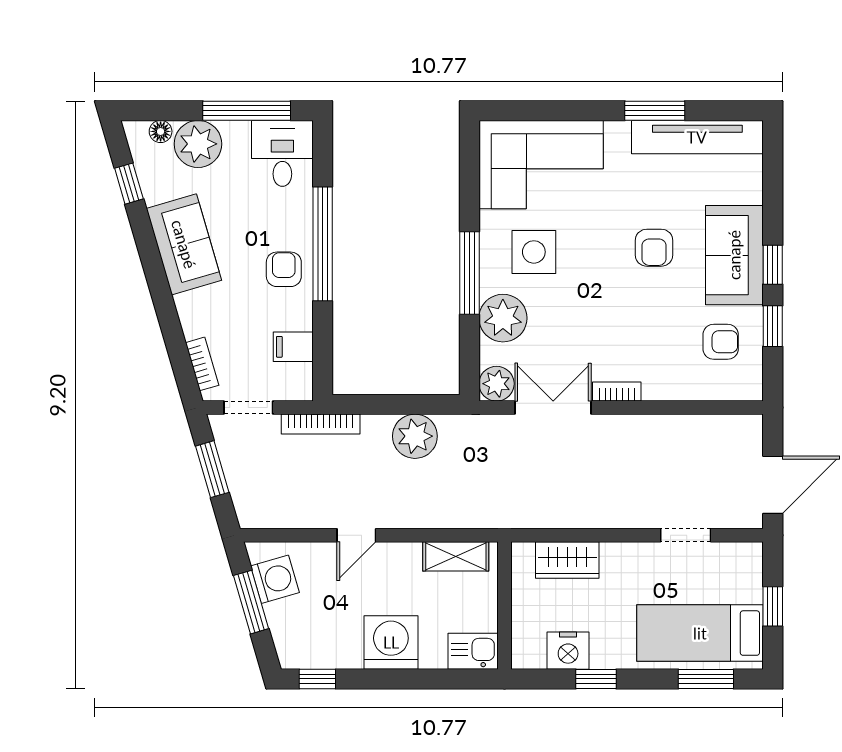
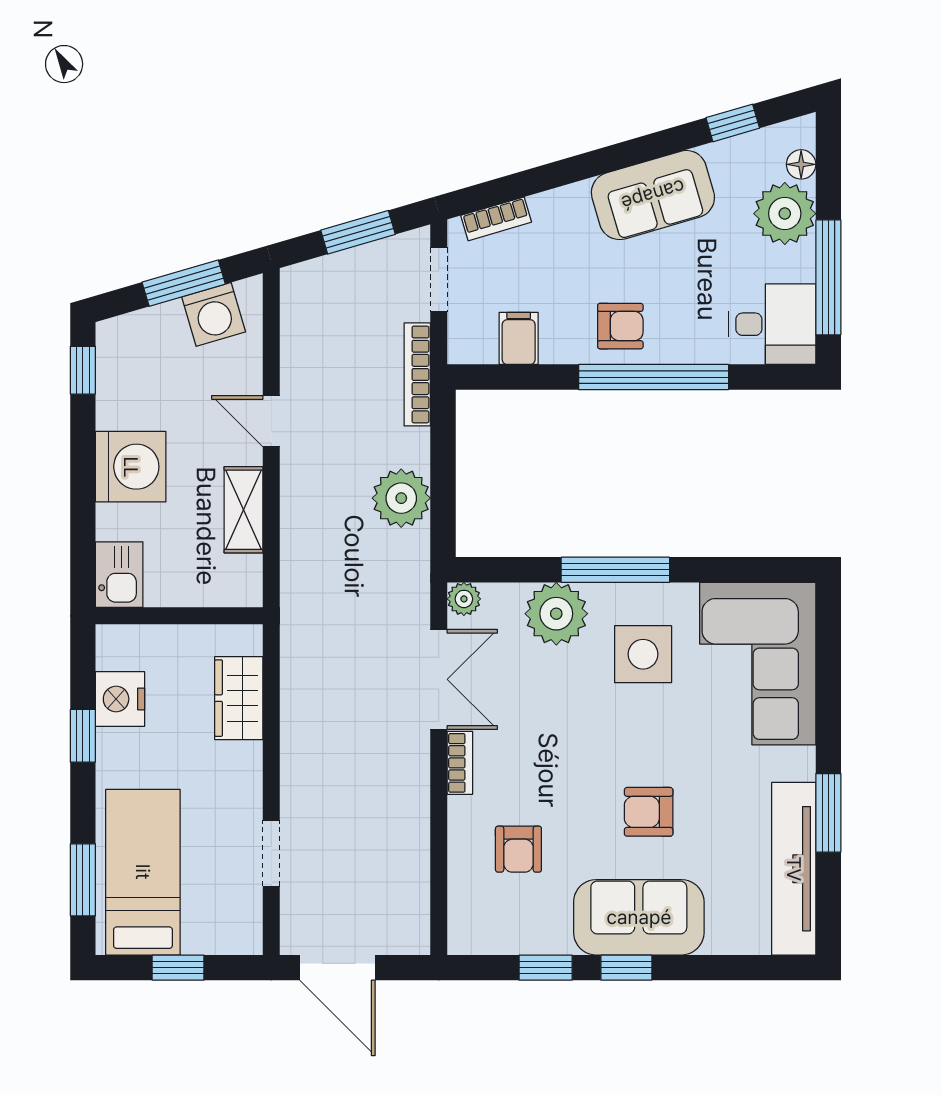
armchair: (721, 342) -> (518, 849), moved
plant: (497, 384) -> (464, 599), width x0.73, depth x0.73
shelving: (456, 556) -> (244, 510), moved

